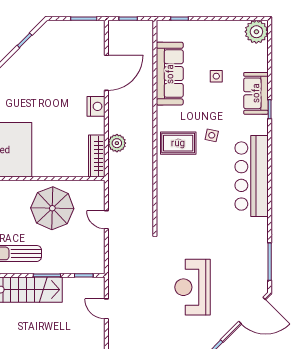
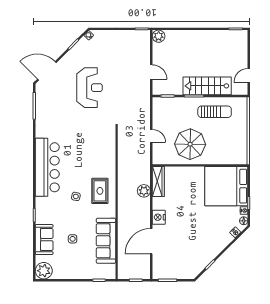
sofa: (256, 93) -> (44, 240), moved
rug: (178, 143) -> (100, 191), turned 90

